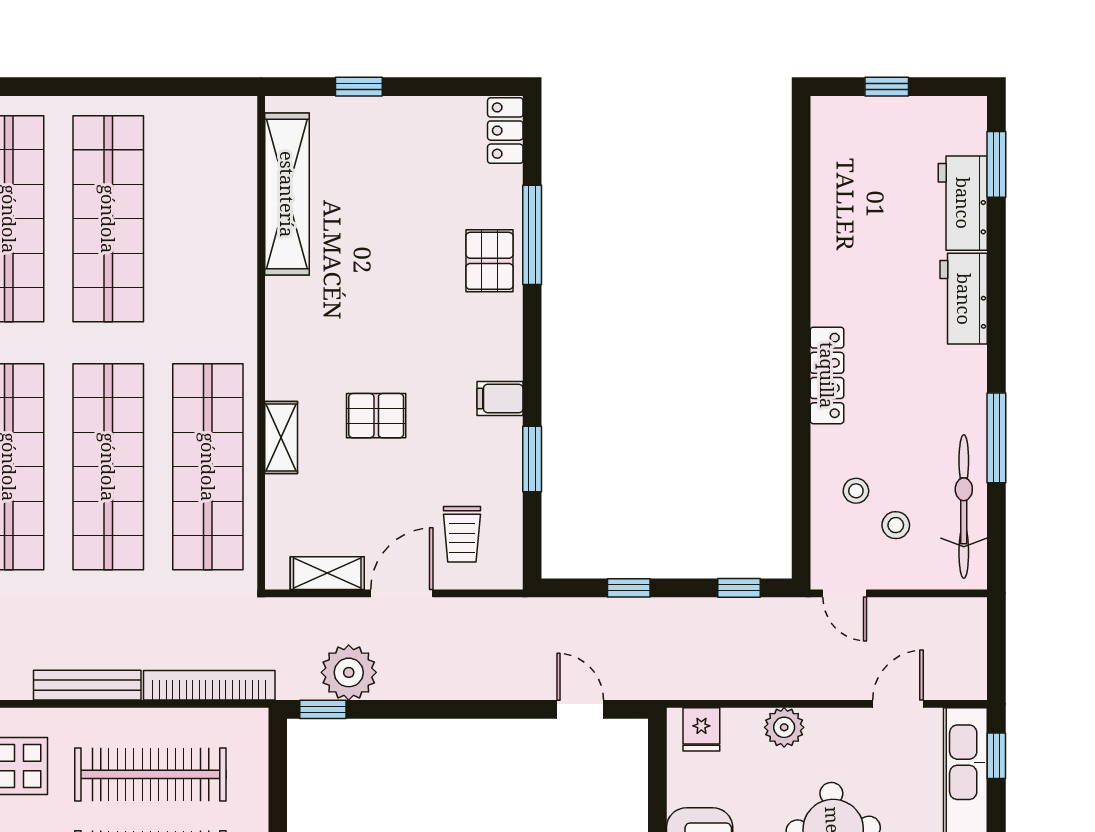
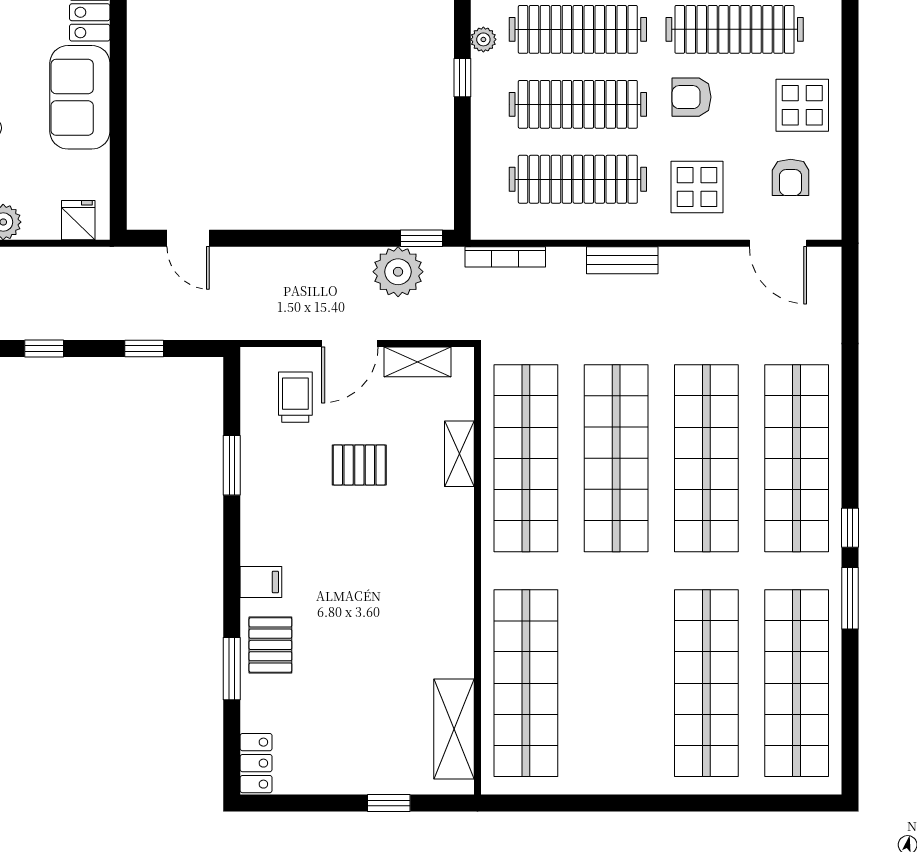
shelving: (287, 194) -> (454, 729), width x0.68
shop shelf: (108, 219) -> (526, 683), moved
window: (532, 235) -> (232, 669), width x0.69
filing cabinet: (500, 399) -> (261, 582), moved
pallet: (376, 416) -> (359, 465), moved
shelving: (281, 437) -> (459, 454), moved
bench: (87, 685) -> (622, 260), width x0.73
bookcase: (209, 685) -> (505, 257), width x0.68, depth x0.76

